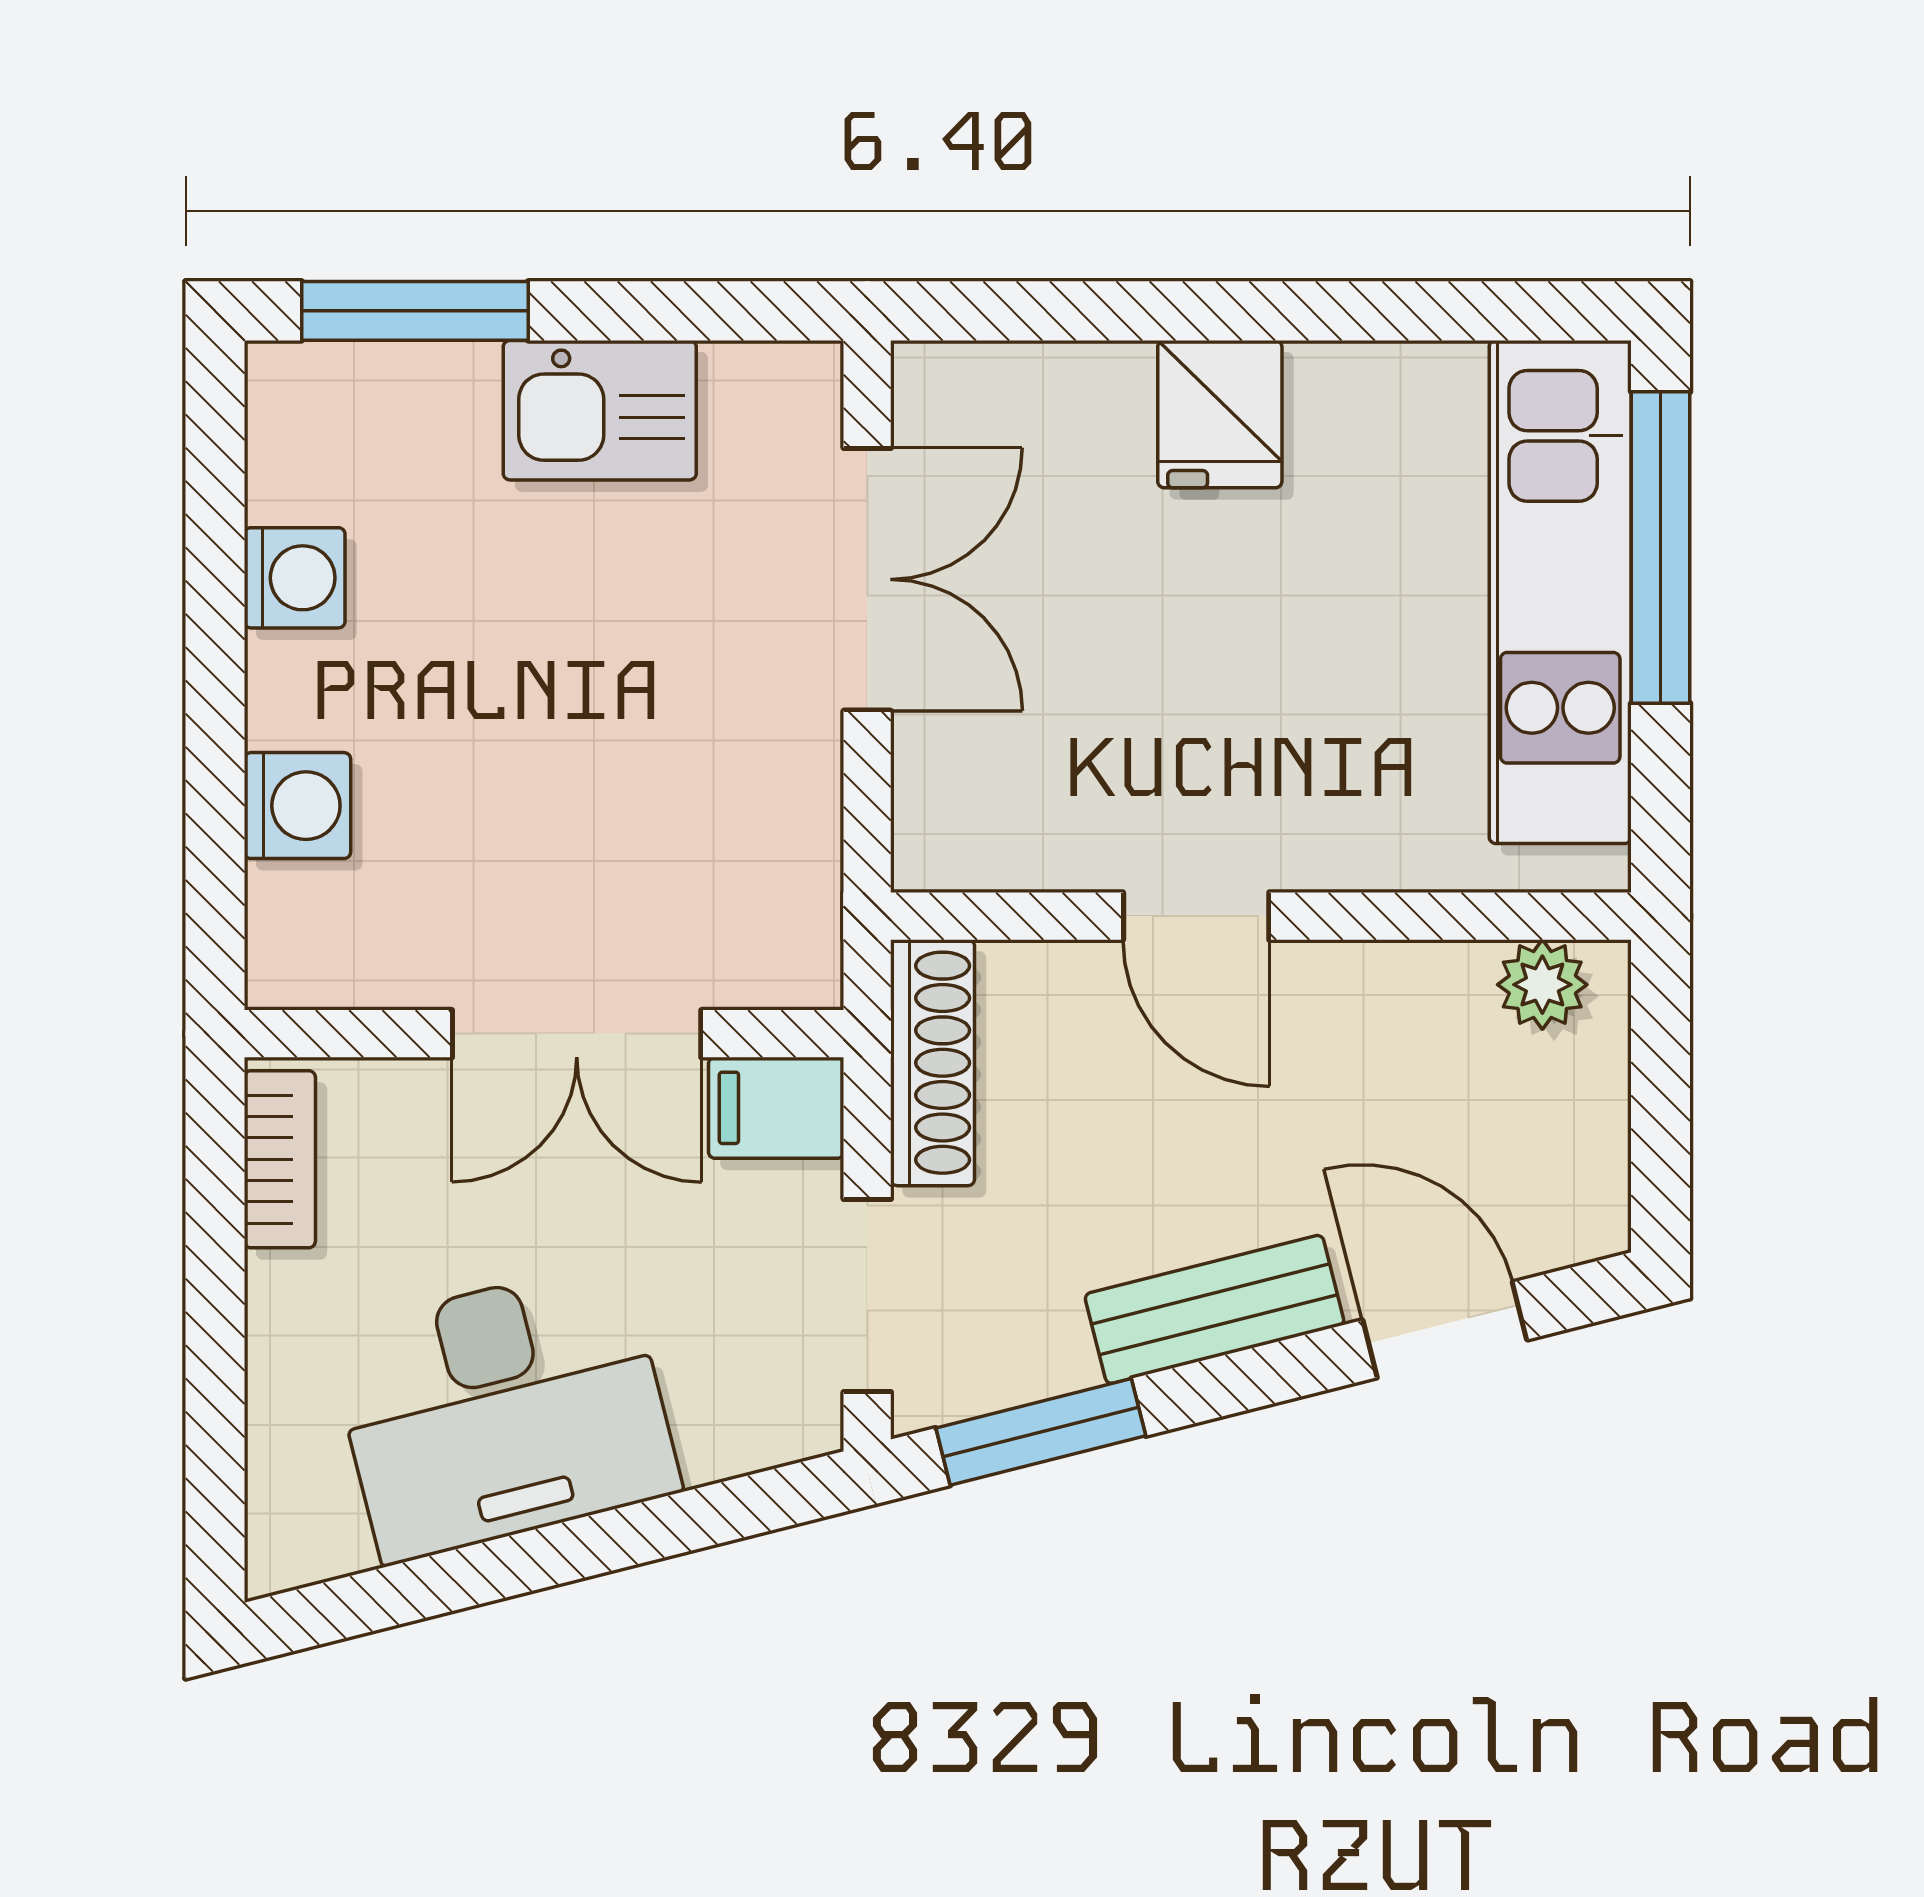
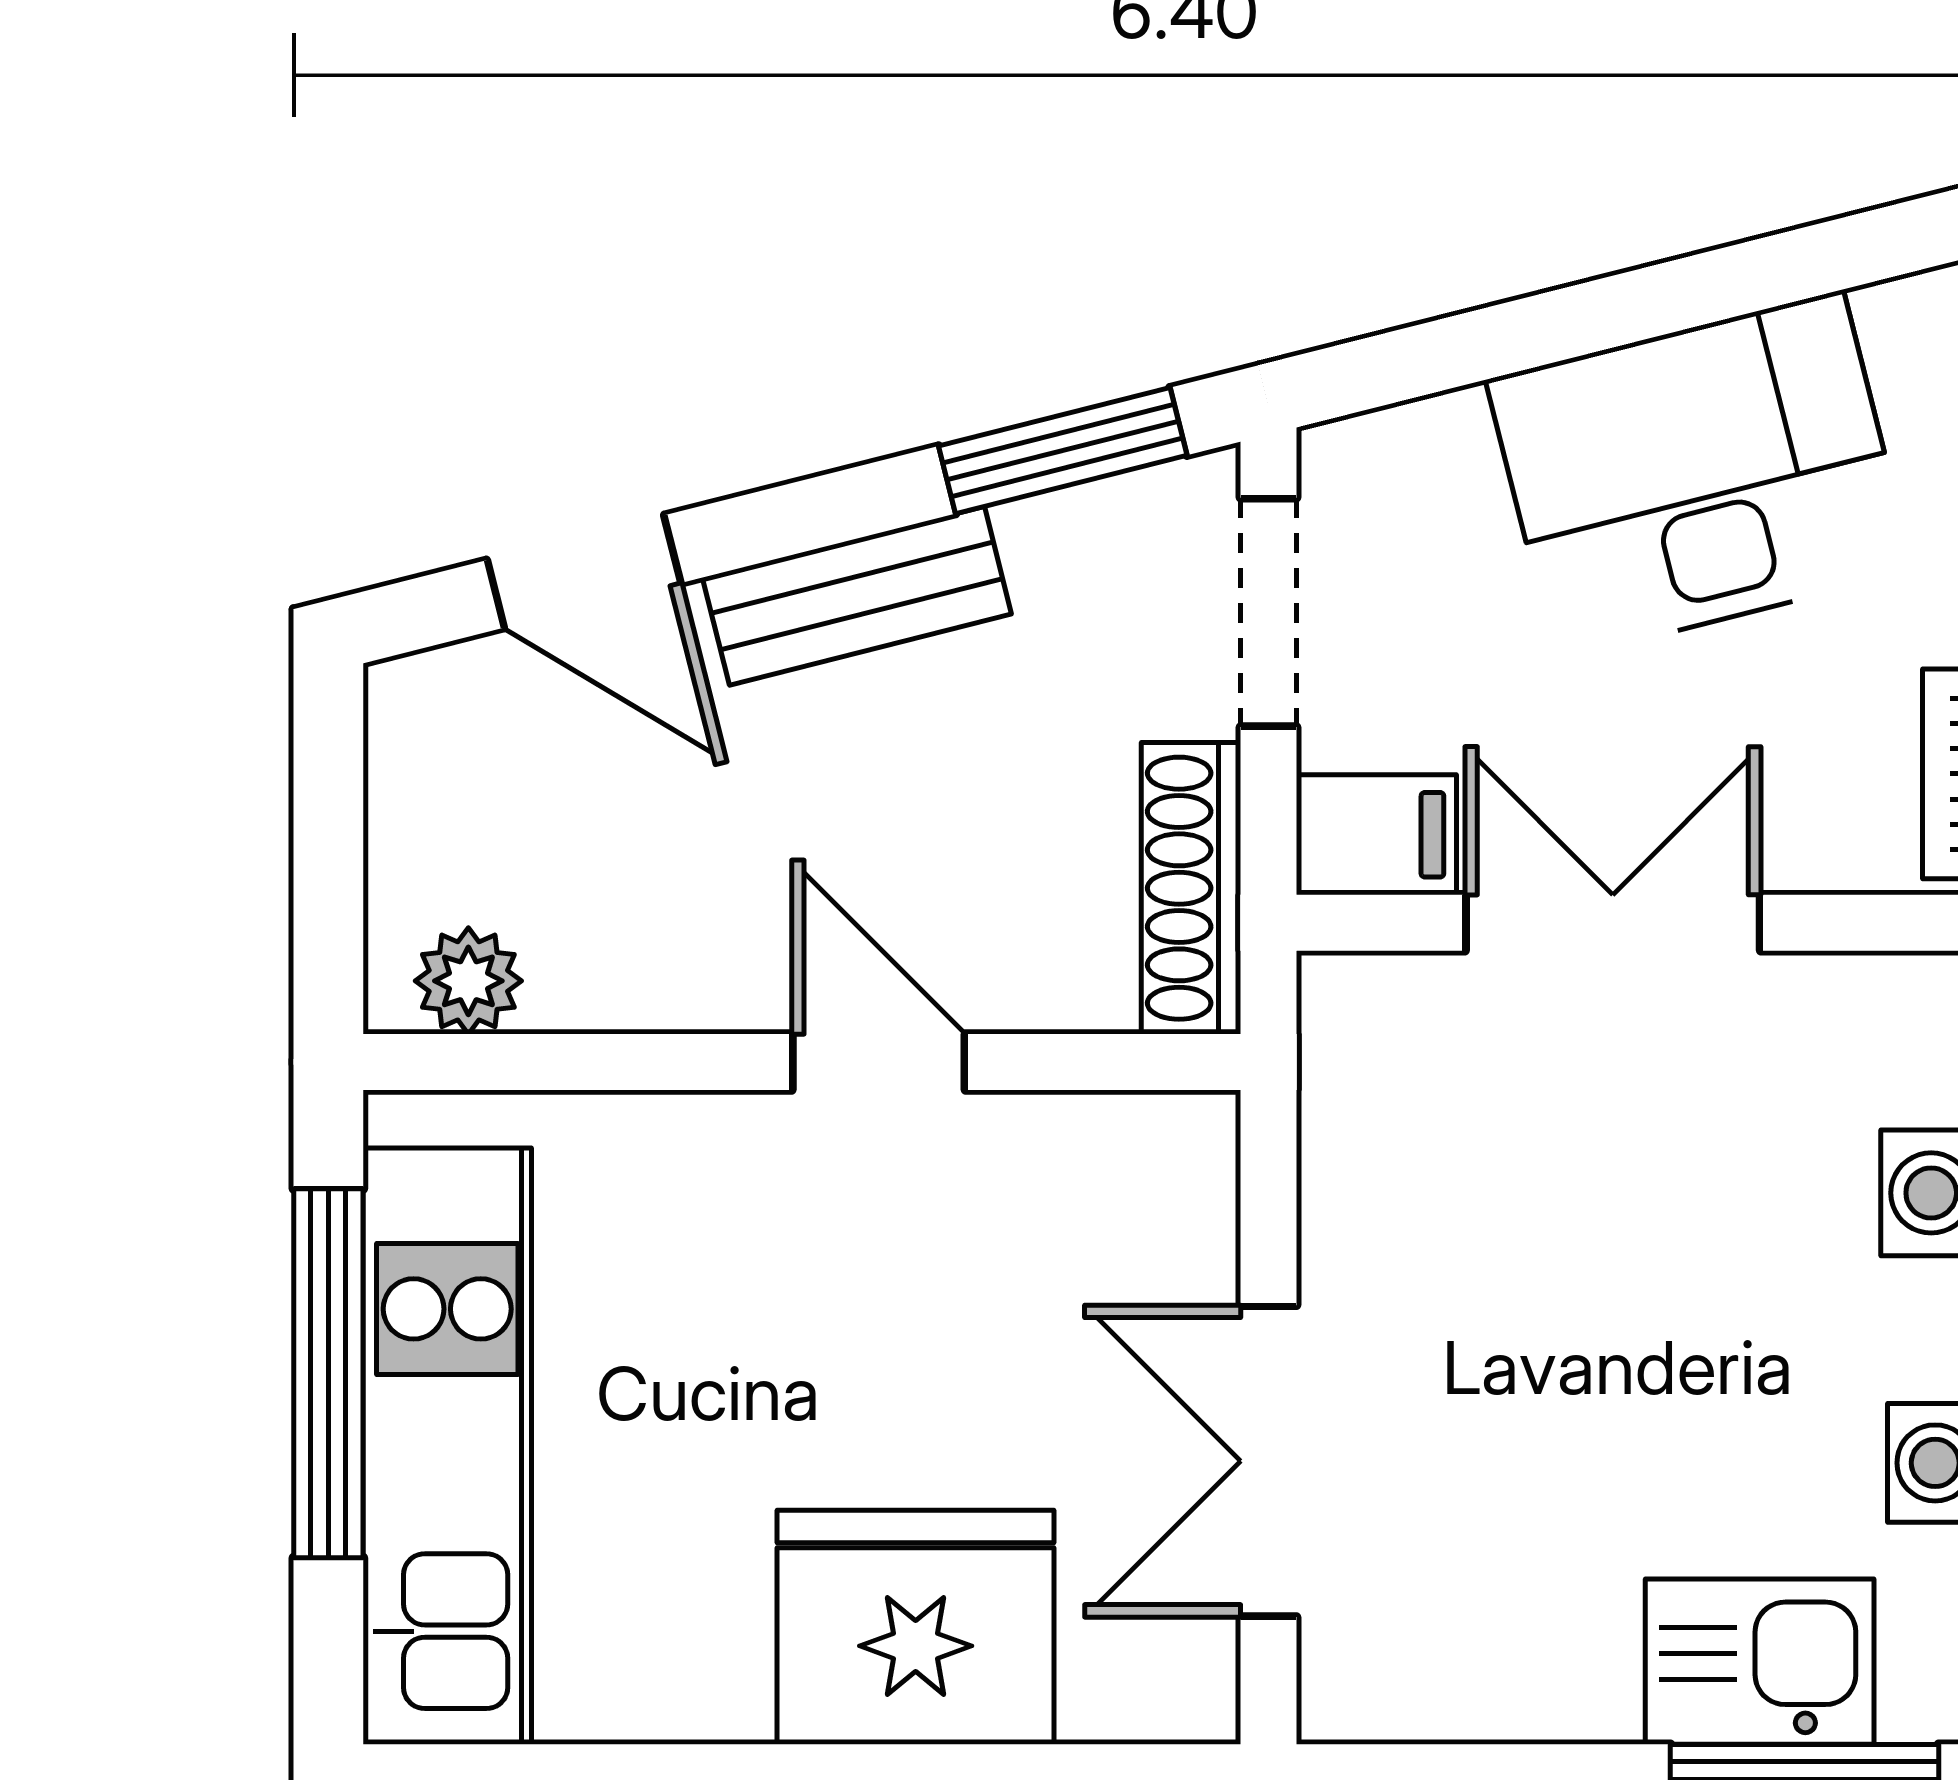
kitchen sink: (600, 410) -> (1760, 1662), moved
fridge: (1220, 414) -> (916, 1627), width x1.88, depth x1.34
window: (1661, 548) -> (328, 1373), moved

